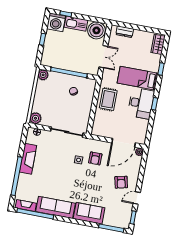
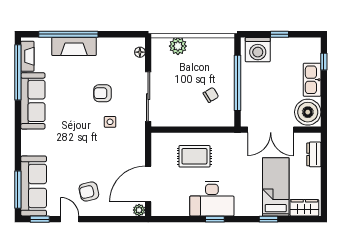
washing machine: (56, 22) -> (258, 50), moved, turned -90
double door: (103, 57) -> (271, 130), width x1.37
plant: (43, 75) -> (227, 45), removed
bed: (138, 78) -> (276, 187), moved
rug: (108, 99) -> (194, 156), moved
plant: (35, 118) -> (178, 46), moved
door: (124, 143) -> (148, 184), hinge flipped
armchair: (95, 158) -> (103, 93), moved
fireplace: (28, 159) -> (74, 46), moved
sofa: (89, 213) -> (34, 186), moved, width x1.36

